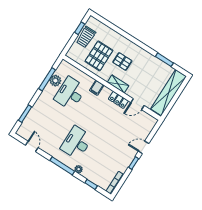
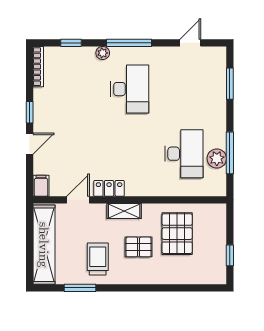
trolley: (86, 37) -> (98, 259), moved
filing cabinet: (97, 88) -> (41, 186), moved
door: (32, 146) -> (190, 43), swing flipped

